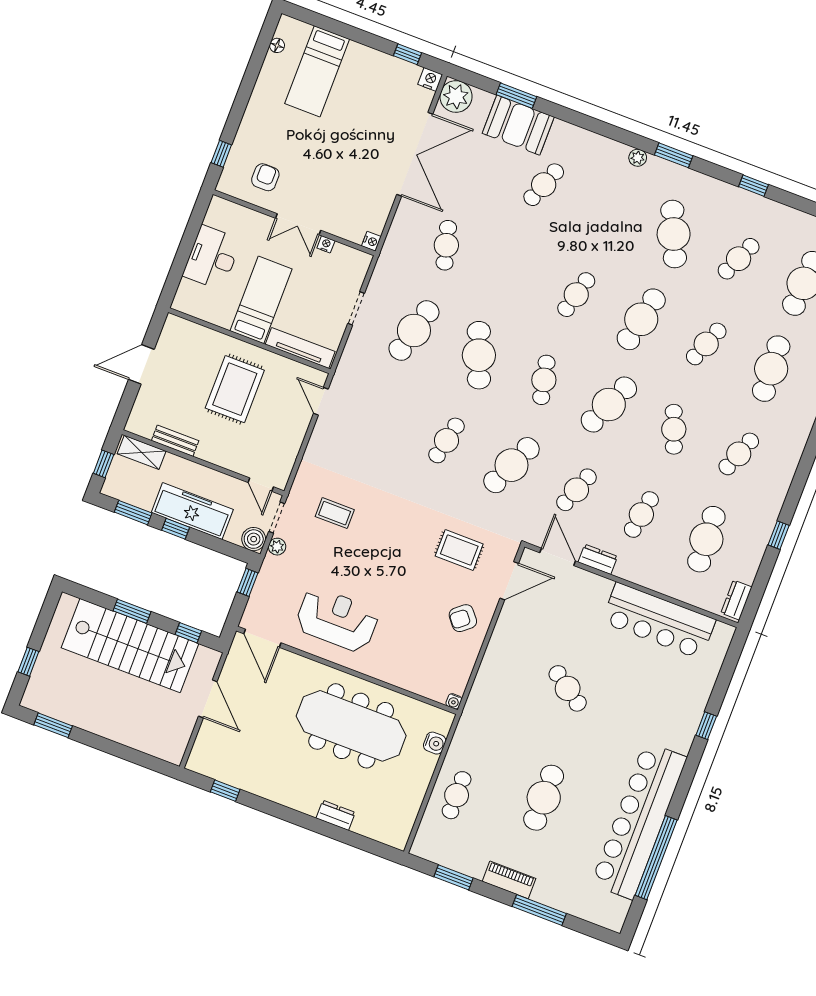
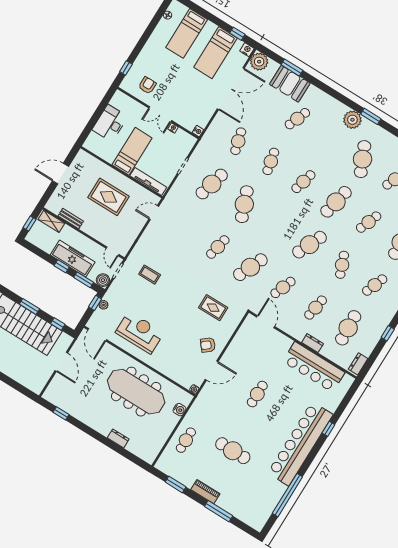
bed: (375, 95) -> (215, 53), added
plant: (638, 158) -> (352, 120), width x1.87, depth x1.87
cafe table: (544, 380) -> (271, 161), moved
rug: (235, 389) -> (109, 197), turned 90
door: (321, 401) -> (154, 213), hinge flipped
window: (133, 513) -> (84, 280), moved
plant: (277, 547) -> (104, 305), moved
dresser: (598, 559) -> (313, 343), moved
door: (509, 581) -> (212, 371), moved
cafe table: (568, 688) -> (257, 394), turned 55
cafe table: (544, 798) -> (233, 451), turned 90
bar counter: (639, 821) -> (300, 444), moved

